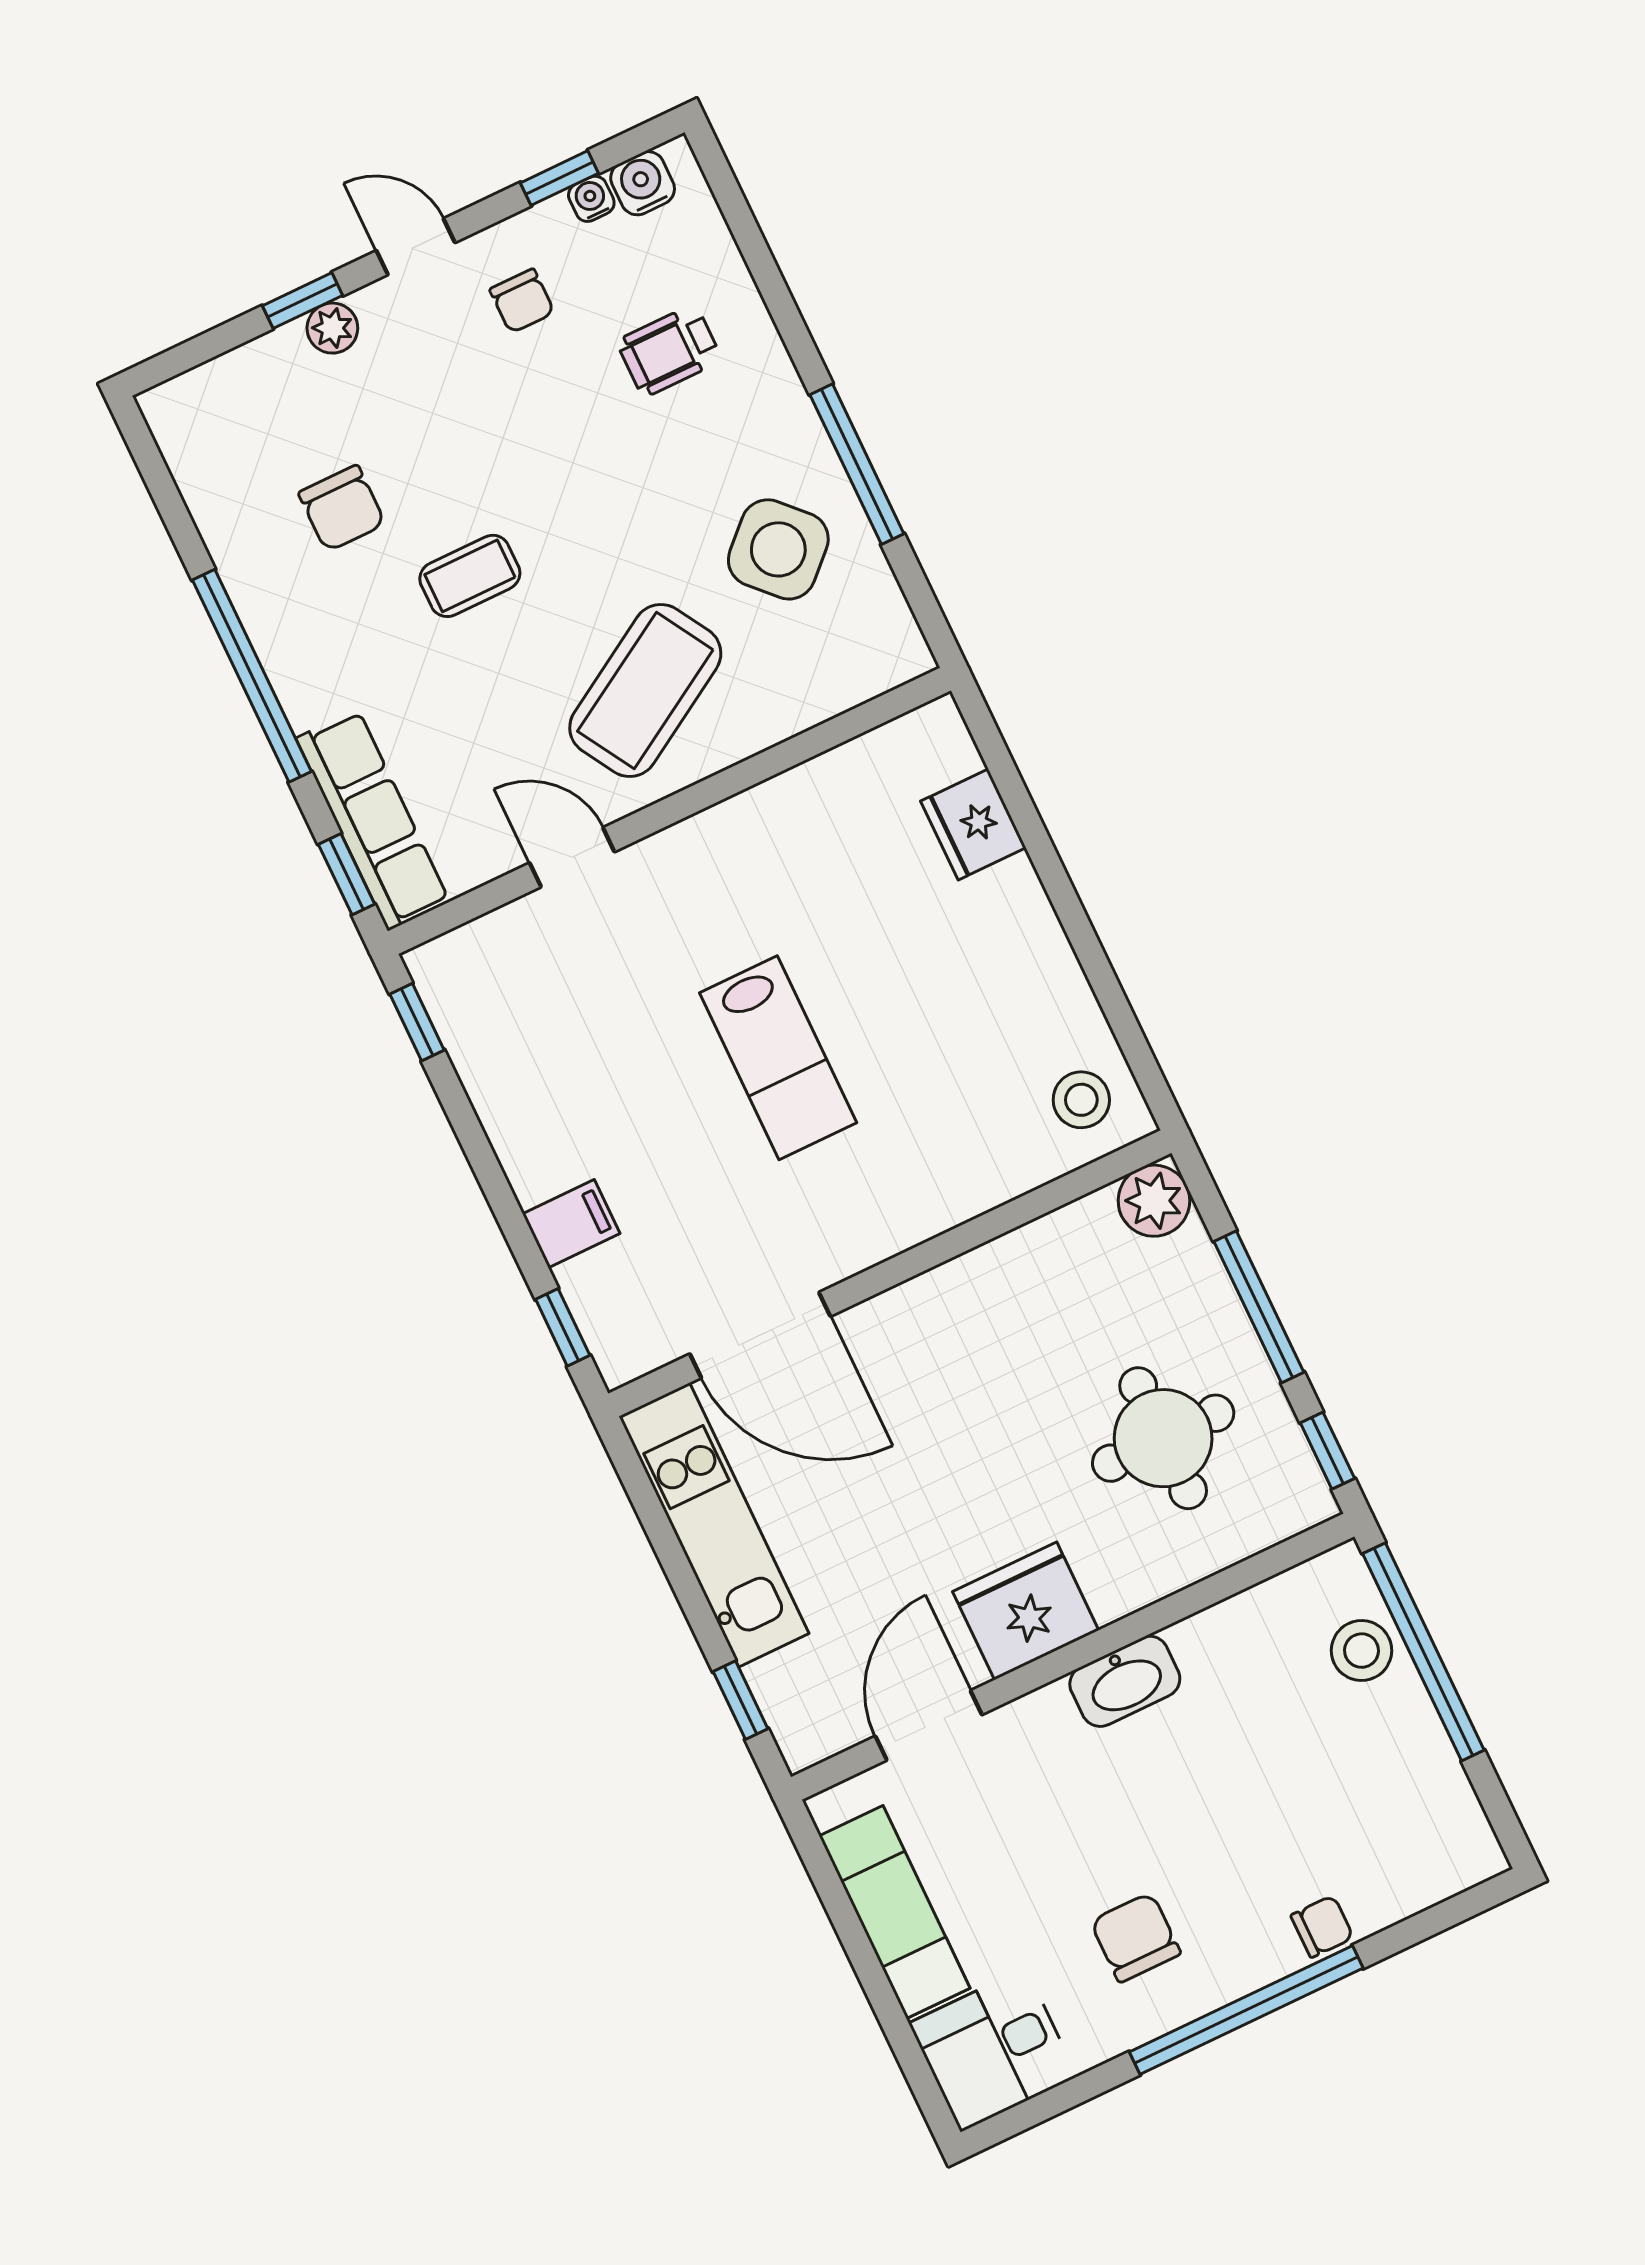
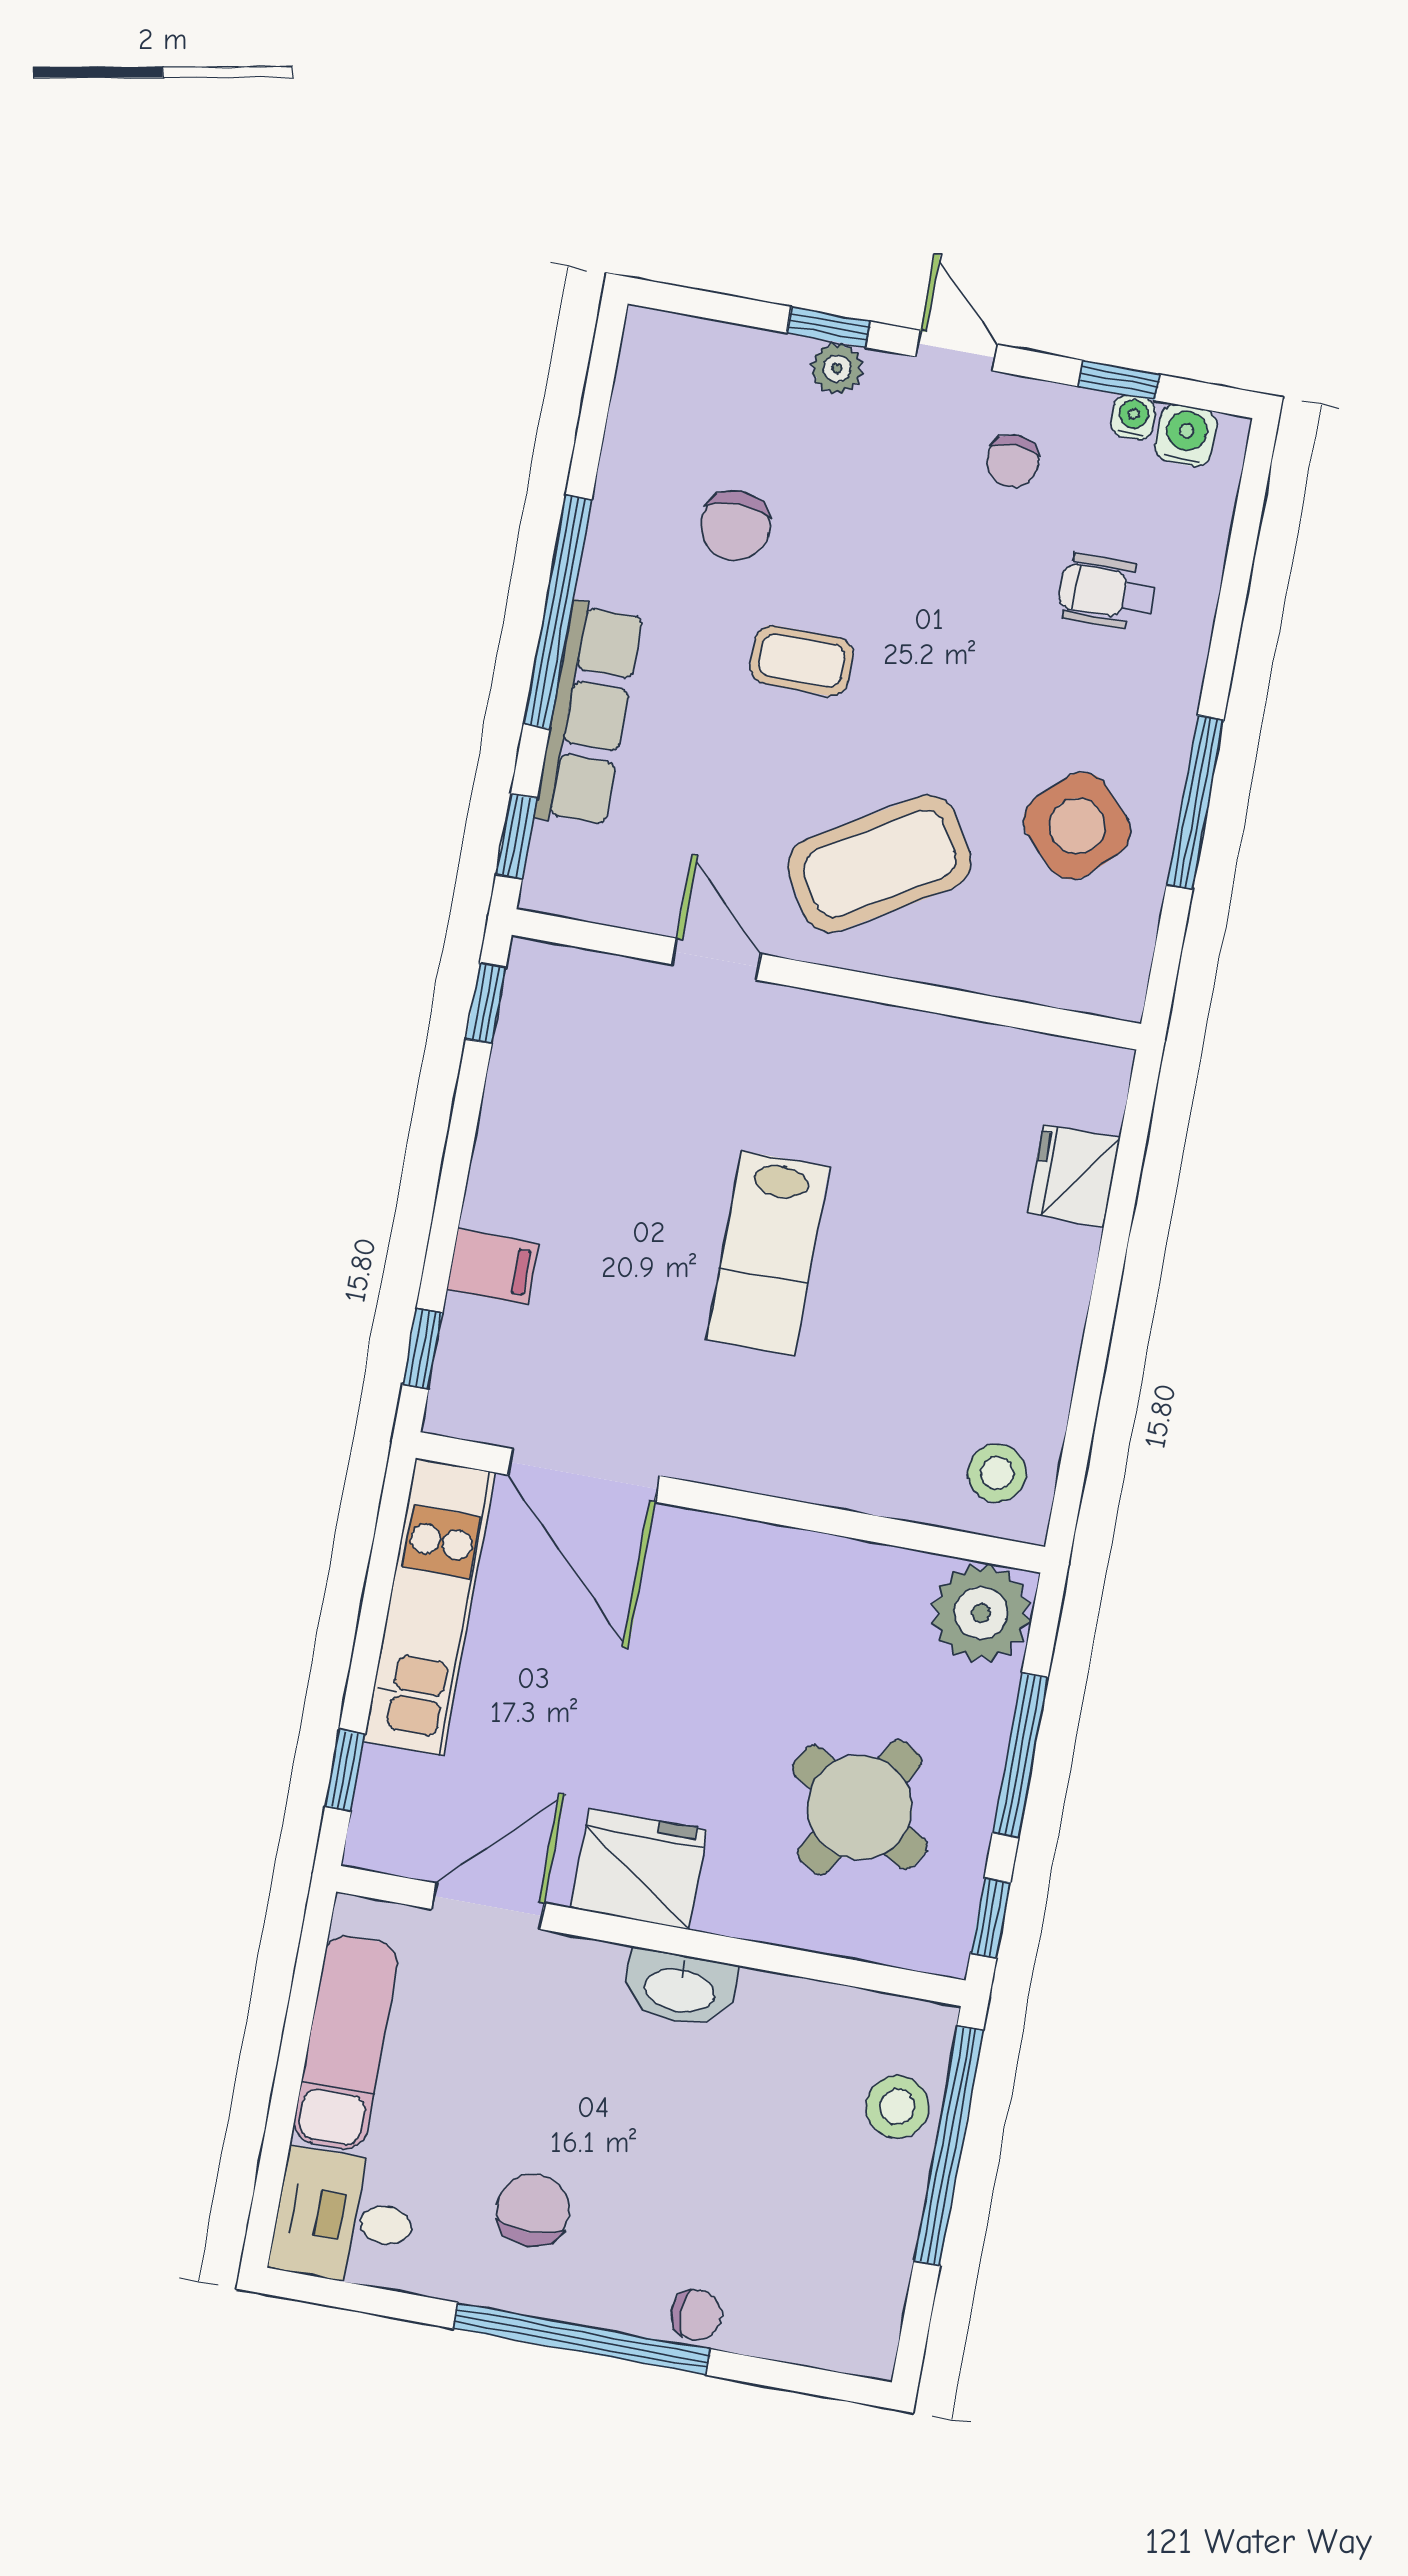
row of seats: (373, 820) -> (589, 715), moved
plant: (1154, 1201) -> (981, 1613), width x1.36, depth x1.36
round table: (1163, 1438) -> (860, 1807), turned 31

